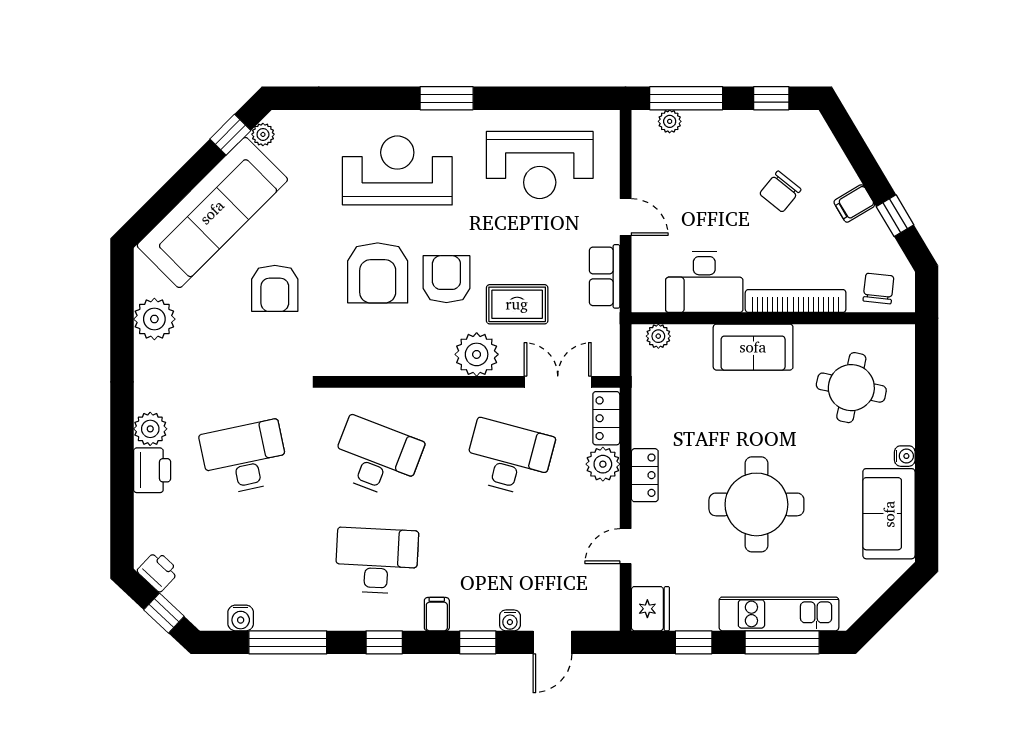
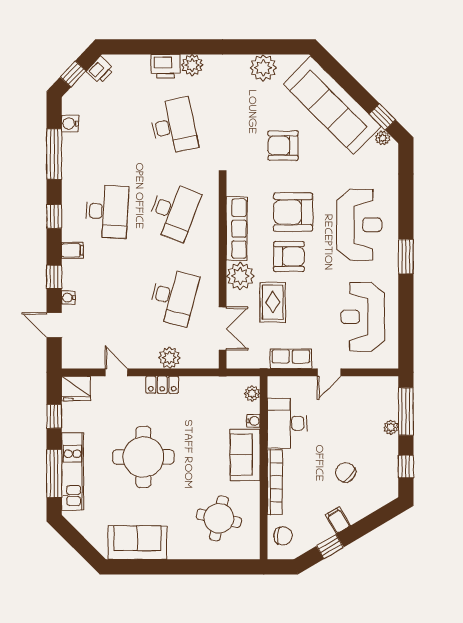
plant: (670, 121) -> (391, 427), moved
row of seats: (403, 360) -> (237, 229), added
locker: (606, 418) -> (199, 360), removed
water cooler: (905, 456) -> (253, 421), moved, turned -90

